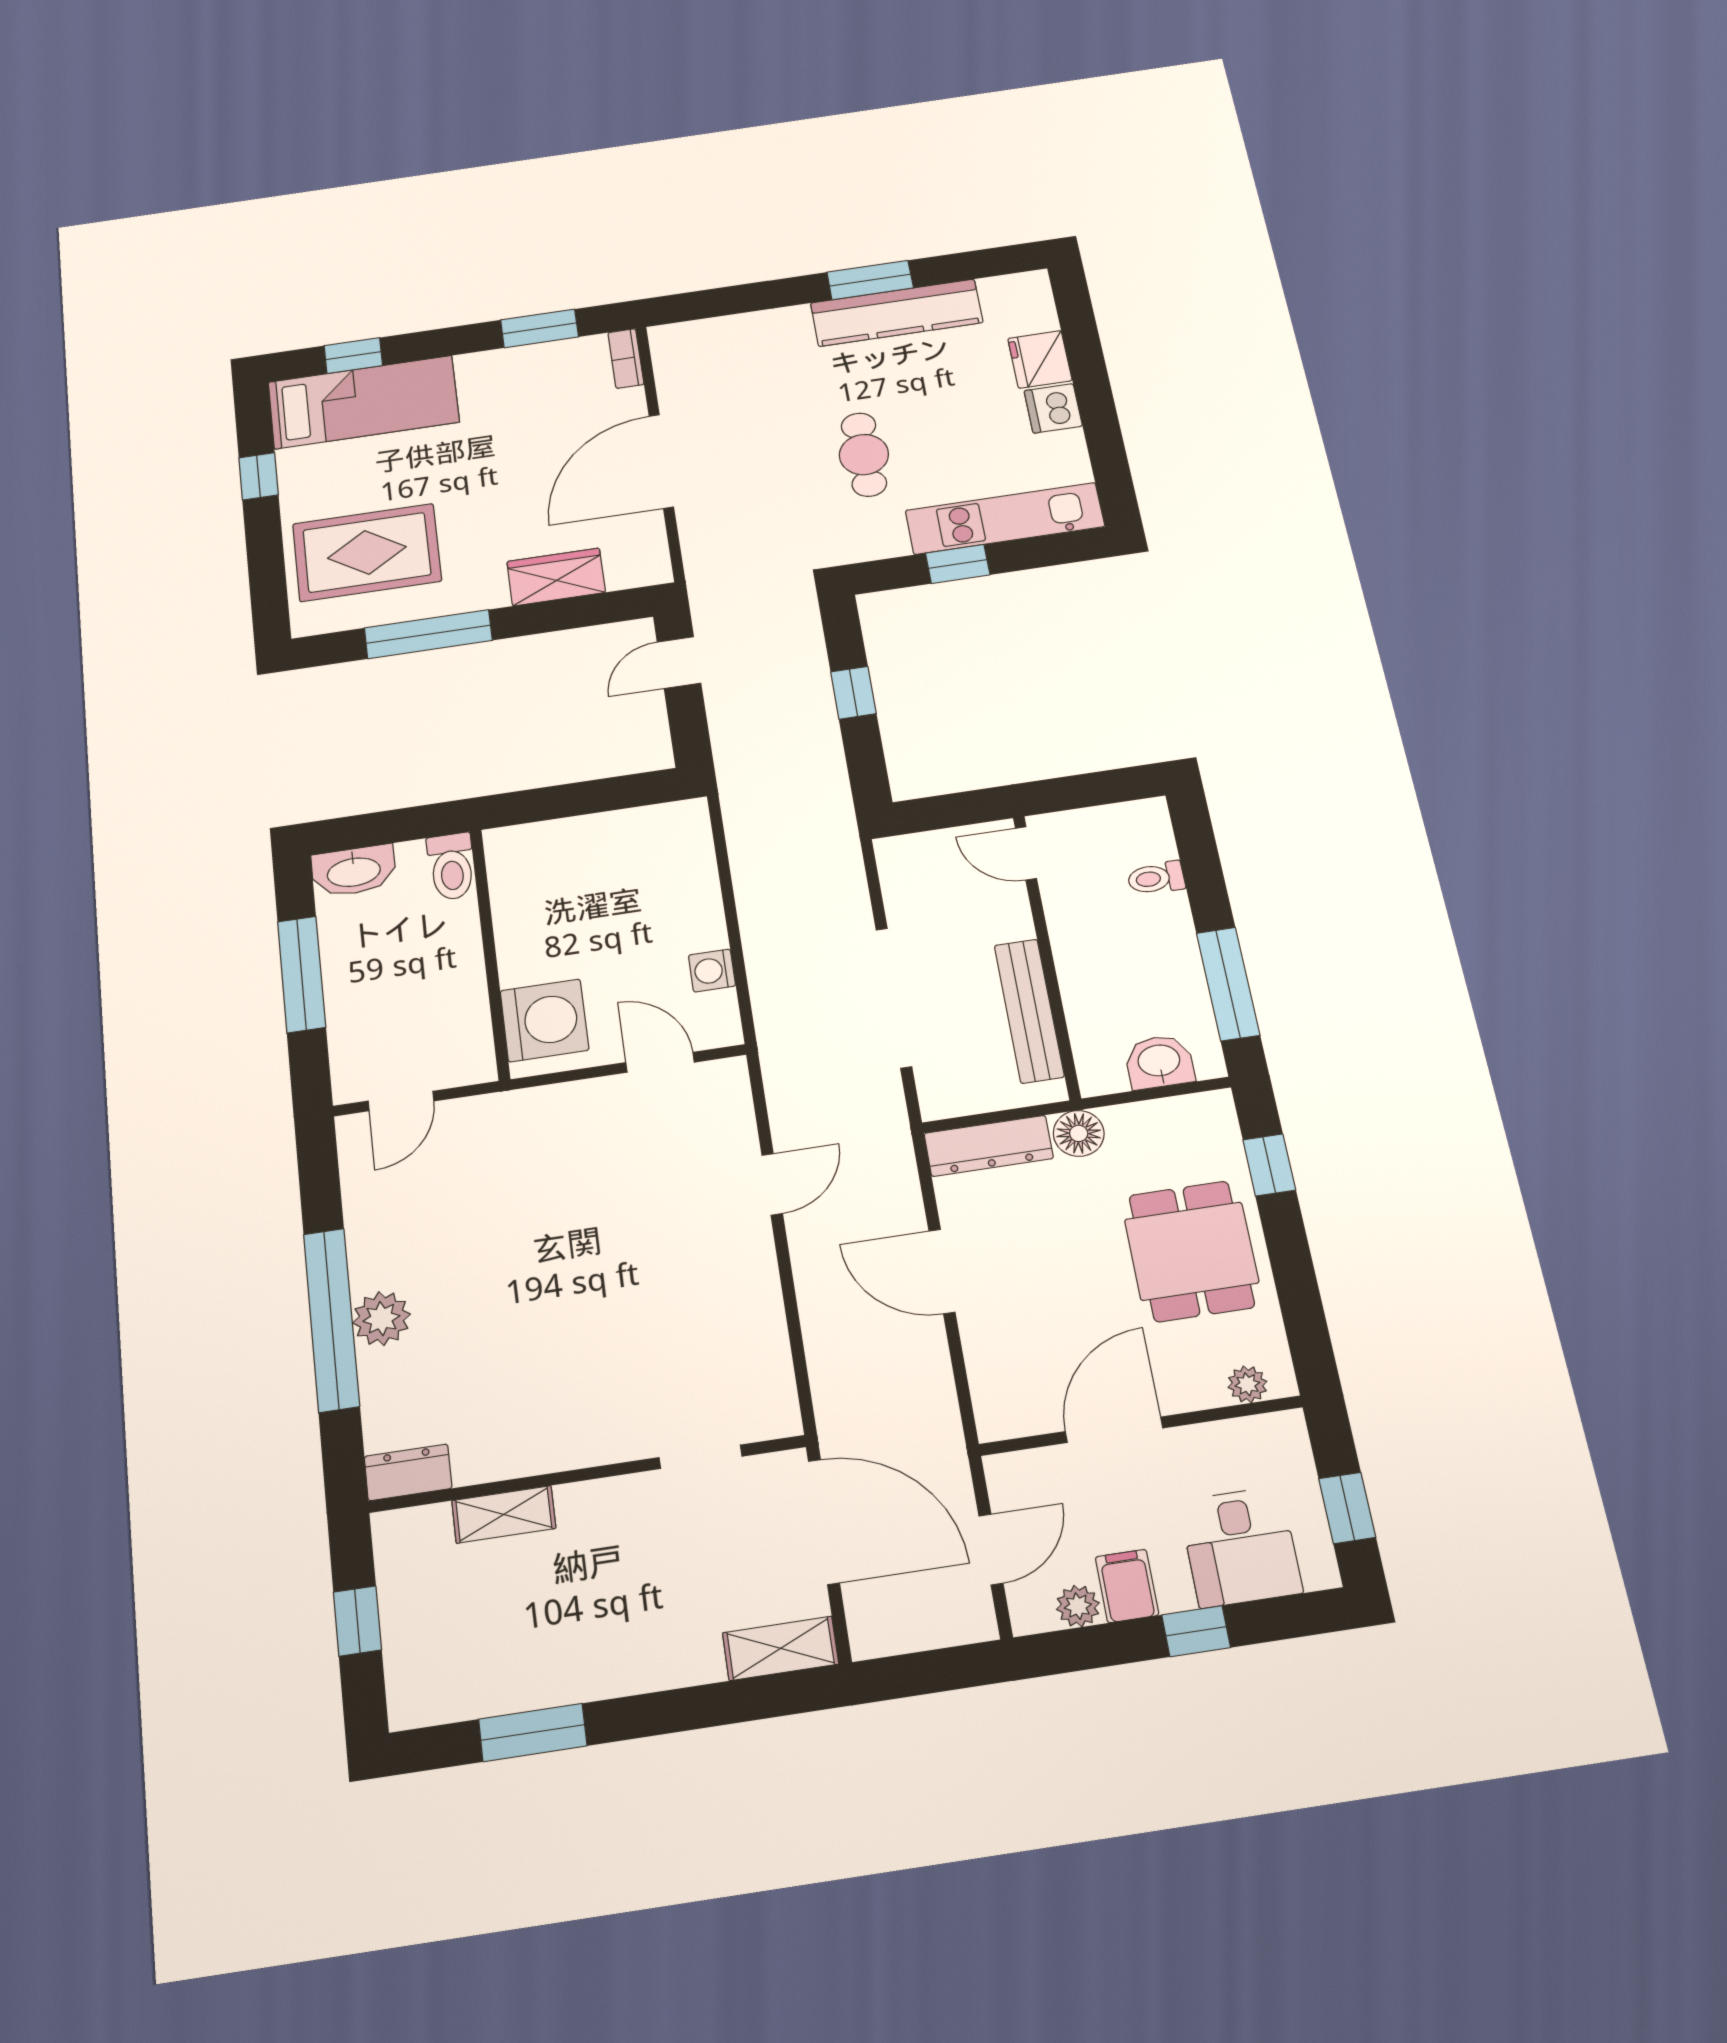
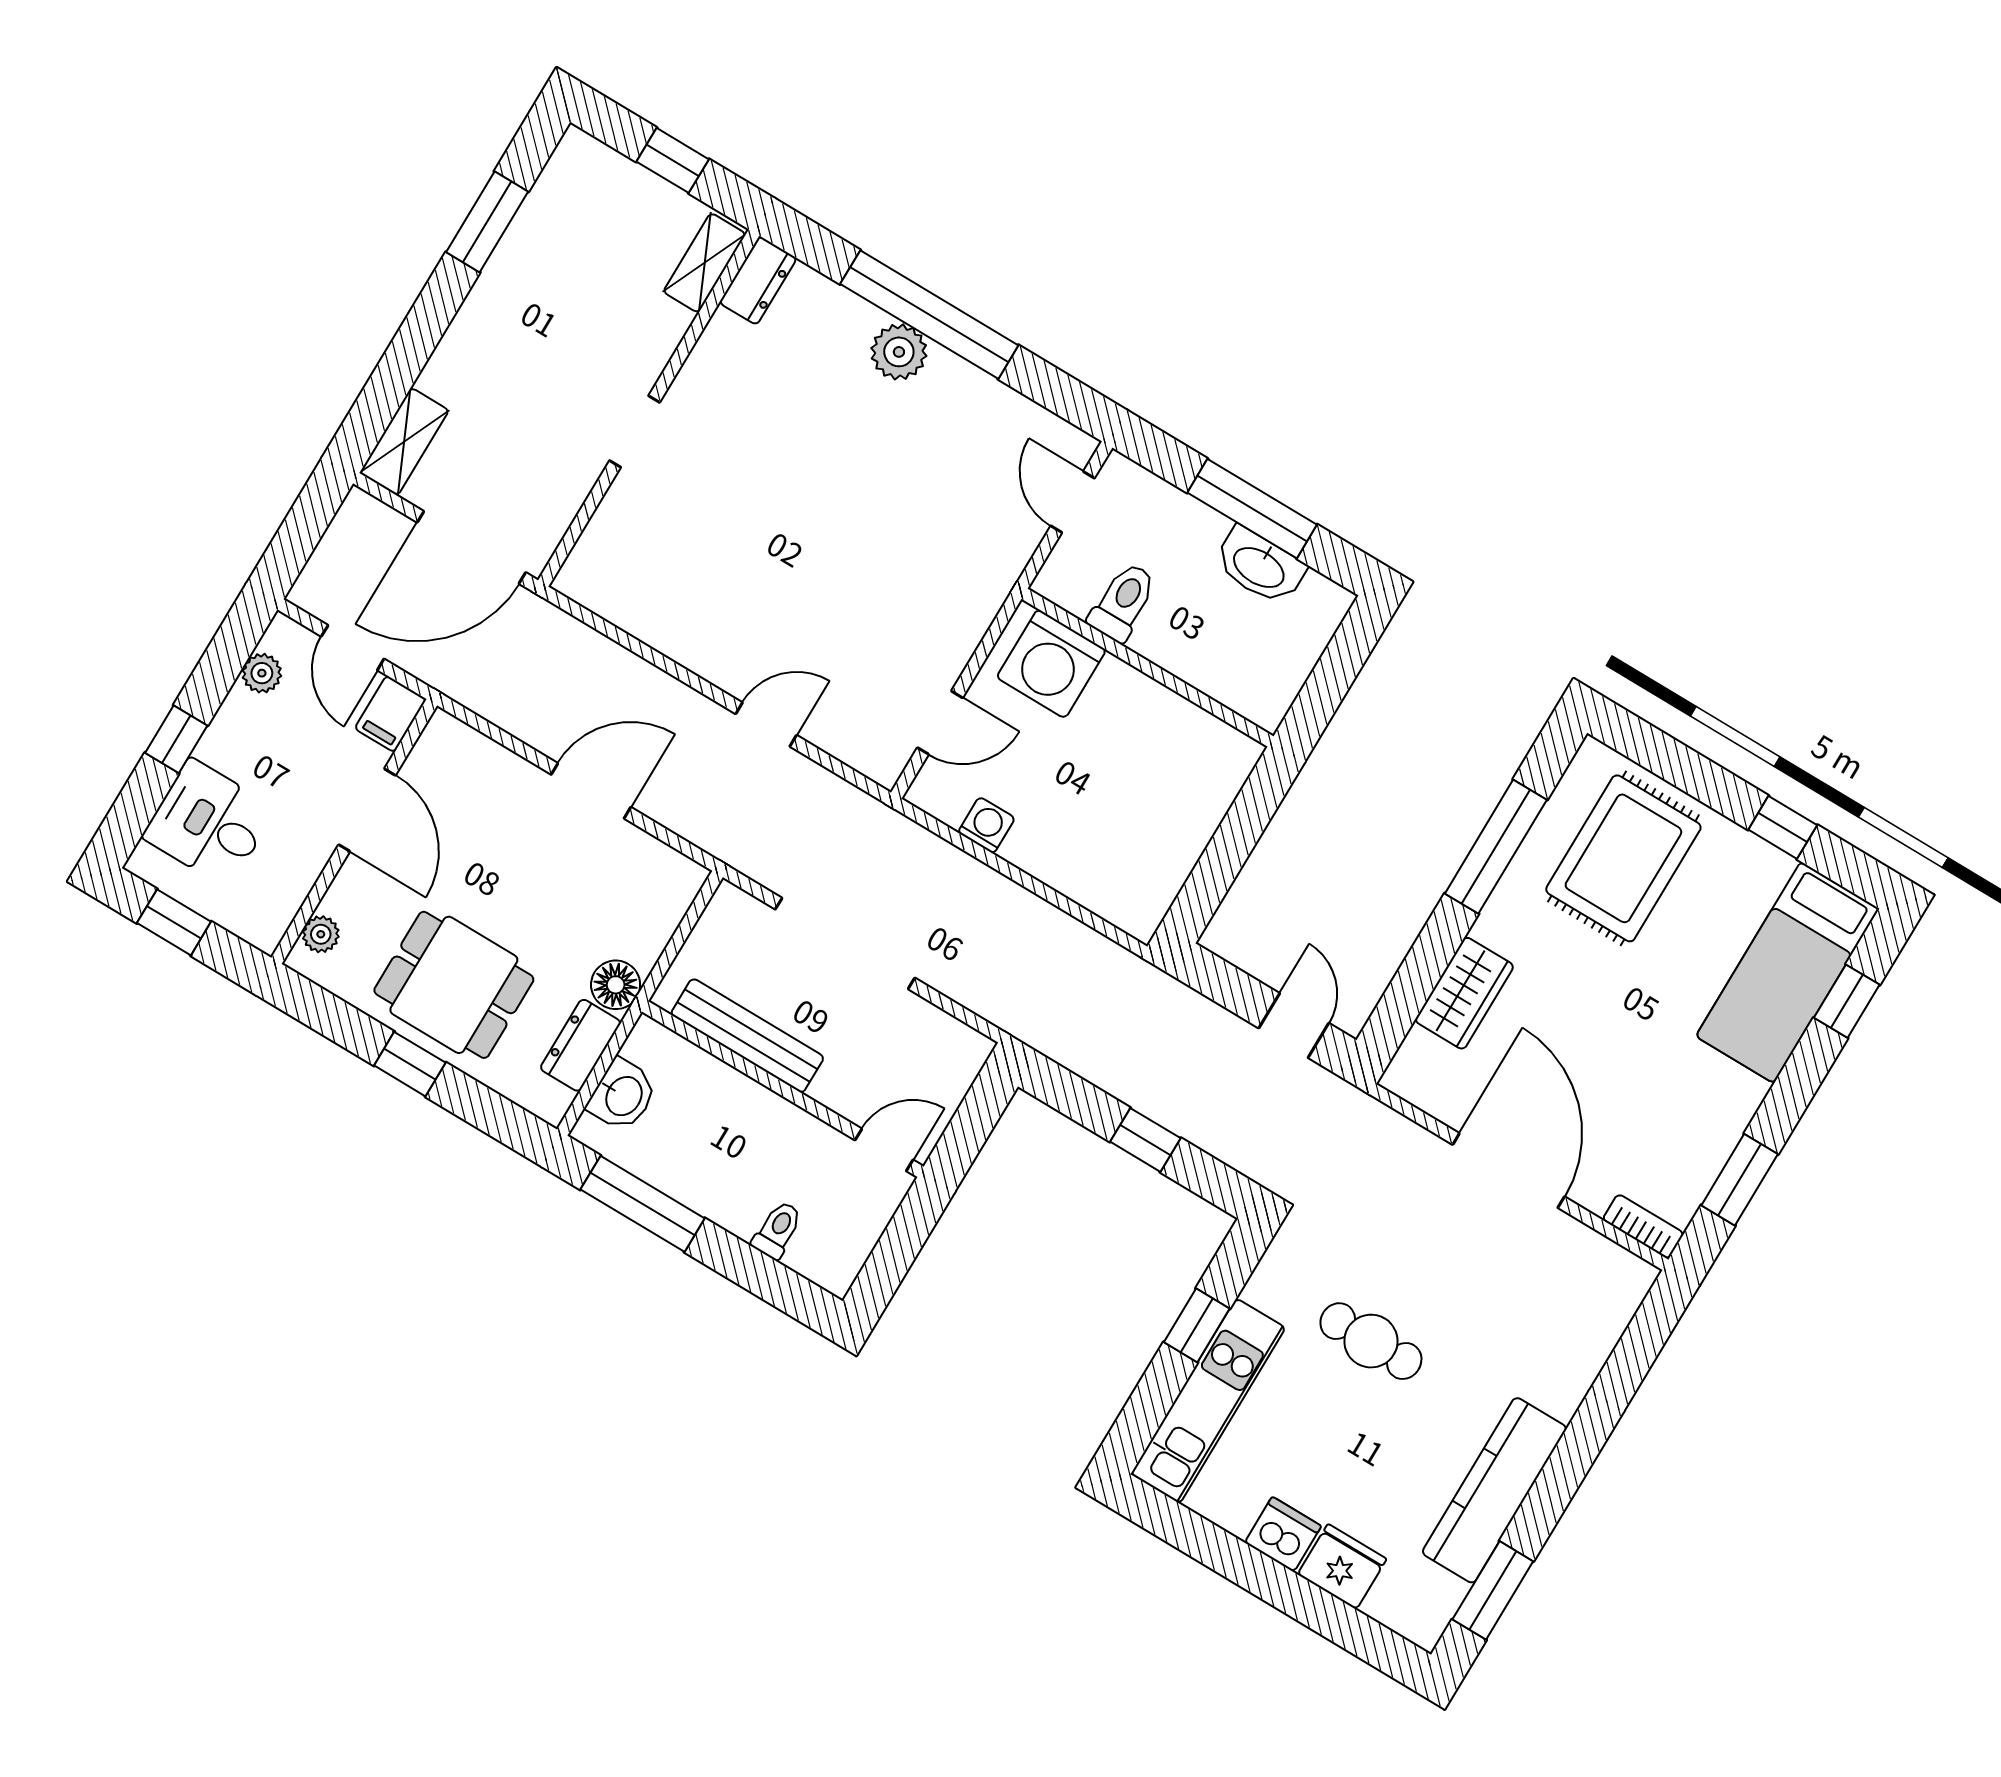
window: (870, 280) -> (1493, 1590), moved
toilet: (451, 866) -> (1123, 602), moved, turned 90
washbasin: (354, 871) -> (1260, 566), moved, turned -90
dresser: (989, 1146) -> (581, 1045), moved, width x0.70
window: (1269, 1165) -> (410, 1064), moved
door: (772, 1184) -> (766, 724), swing flipped
doorway: (701, 1457) -> (635, 431), moved
shelving: (504, 1514) -> (705, 263), moved
filing cabinet: (1127, 1586) -> (390, 714), moved, turned 90

